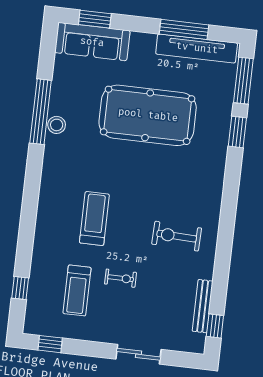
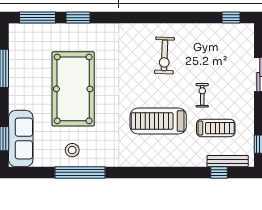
tv unit: (197, 48) -> (17, 57), removed
stool: (57, 125) -> (72, 150), moved
treadmill: (94, 219) -> (158, 121), width x1.37, depth x1.38
bench: (203, 306) -> (228, 161), moved

